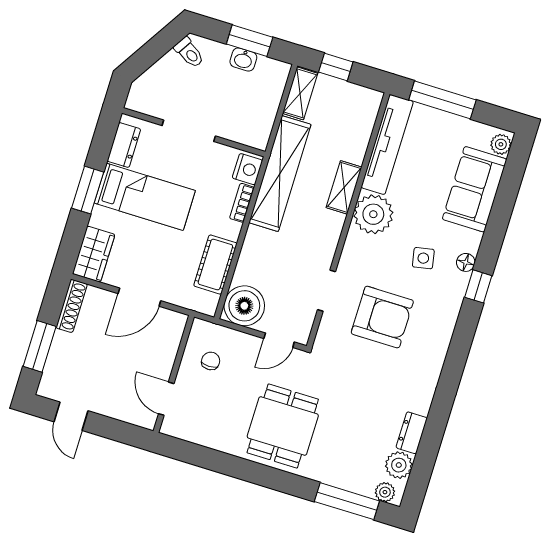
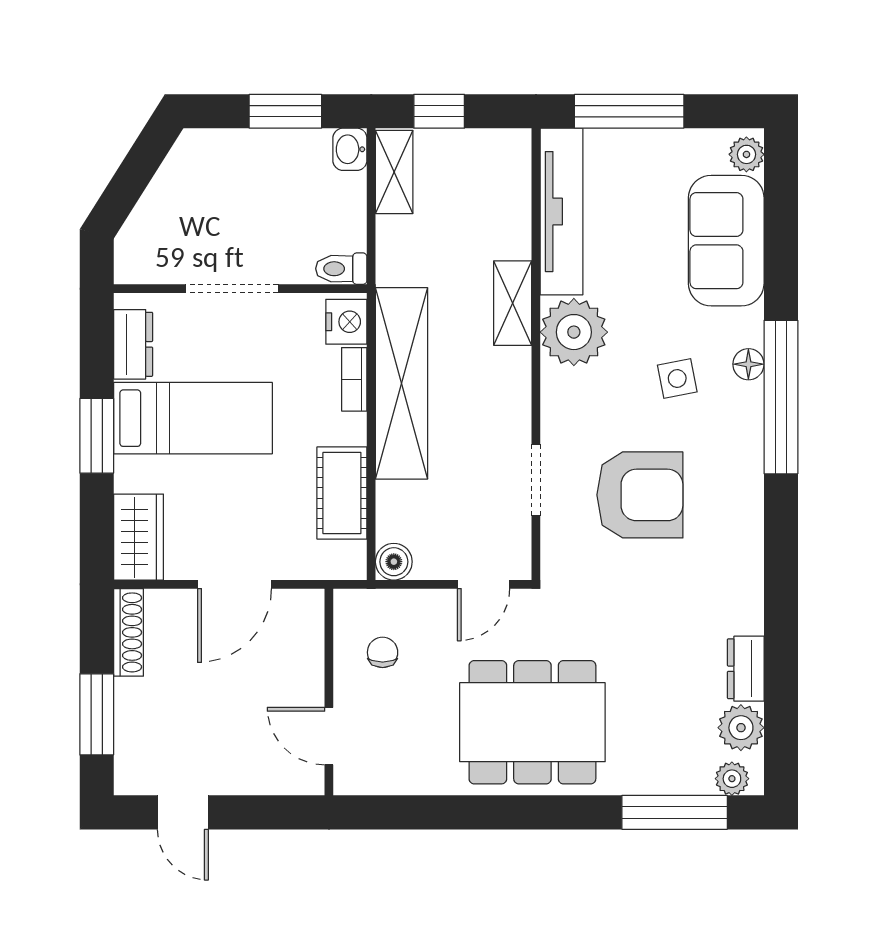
toilet: (189, 53) -> (341, 269), moved, turned 148
washbasin: (243, 59) -> (350, 149), moved, turned 90
shelving: (280, 174) -> (402, 383), moved
window: (478, 286) -> (781, 397), width x3.17
boiler: (244, 306) -> (394, 562), width x0.54, depth x0.54
dining table: (283, 426) -> (532, 722), width x1.37

